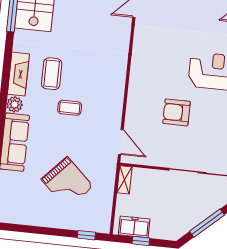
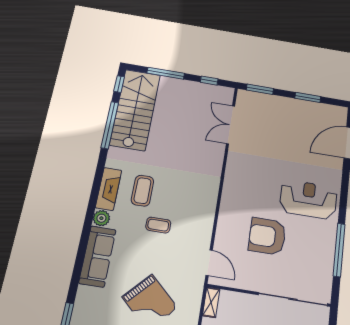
armchair: (176, 112) -> (267, 236), width x1.36, depth x1.36

